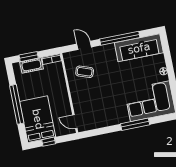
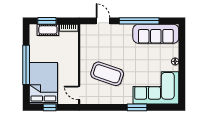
coffee table: (85, 72) -> (107, 74), moved, width x1.86, depth x1.72
window: (135, 124) -> (137, 107), width x0.69

